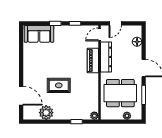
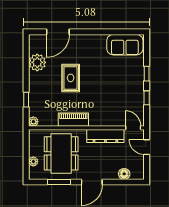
sofa: (39, 34) -> (125, 45), moved, turned -90
piano: (93, 60) -> (73, 120), moved

